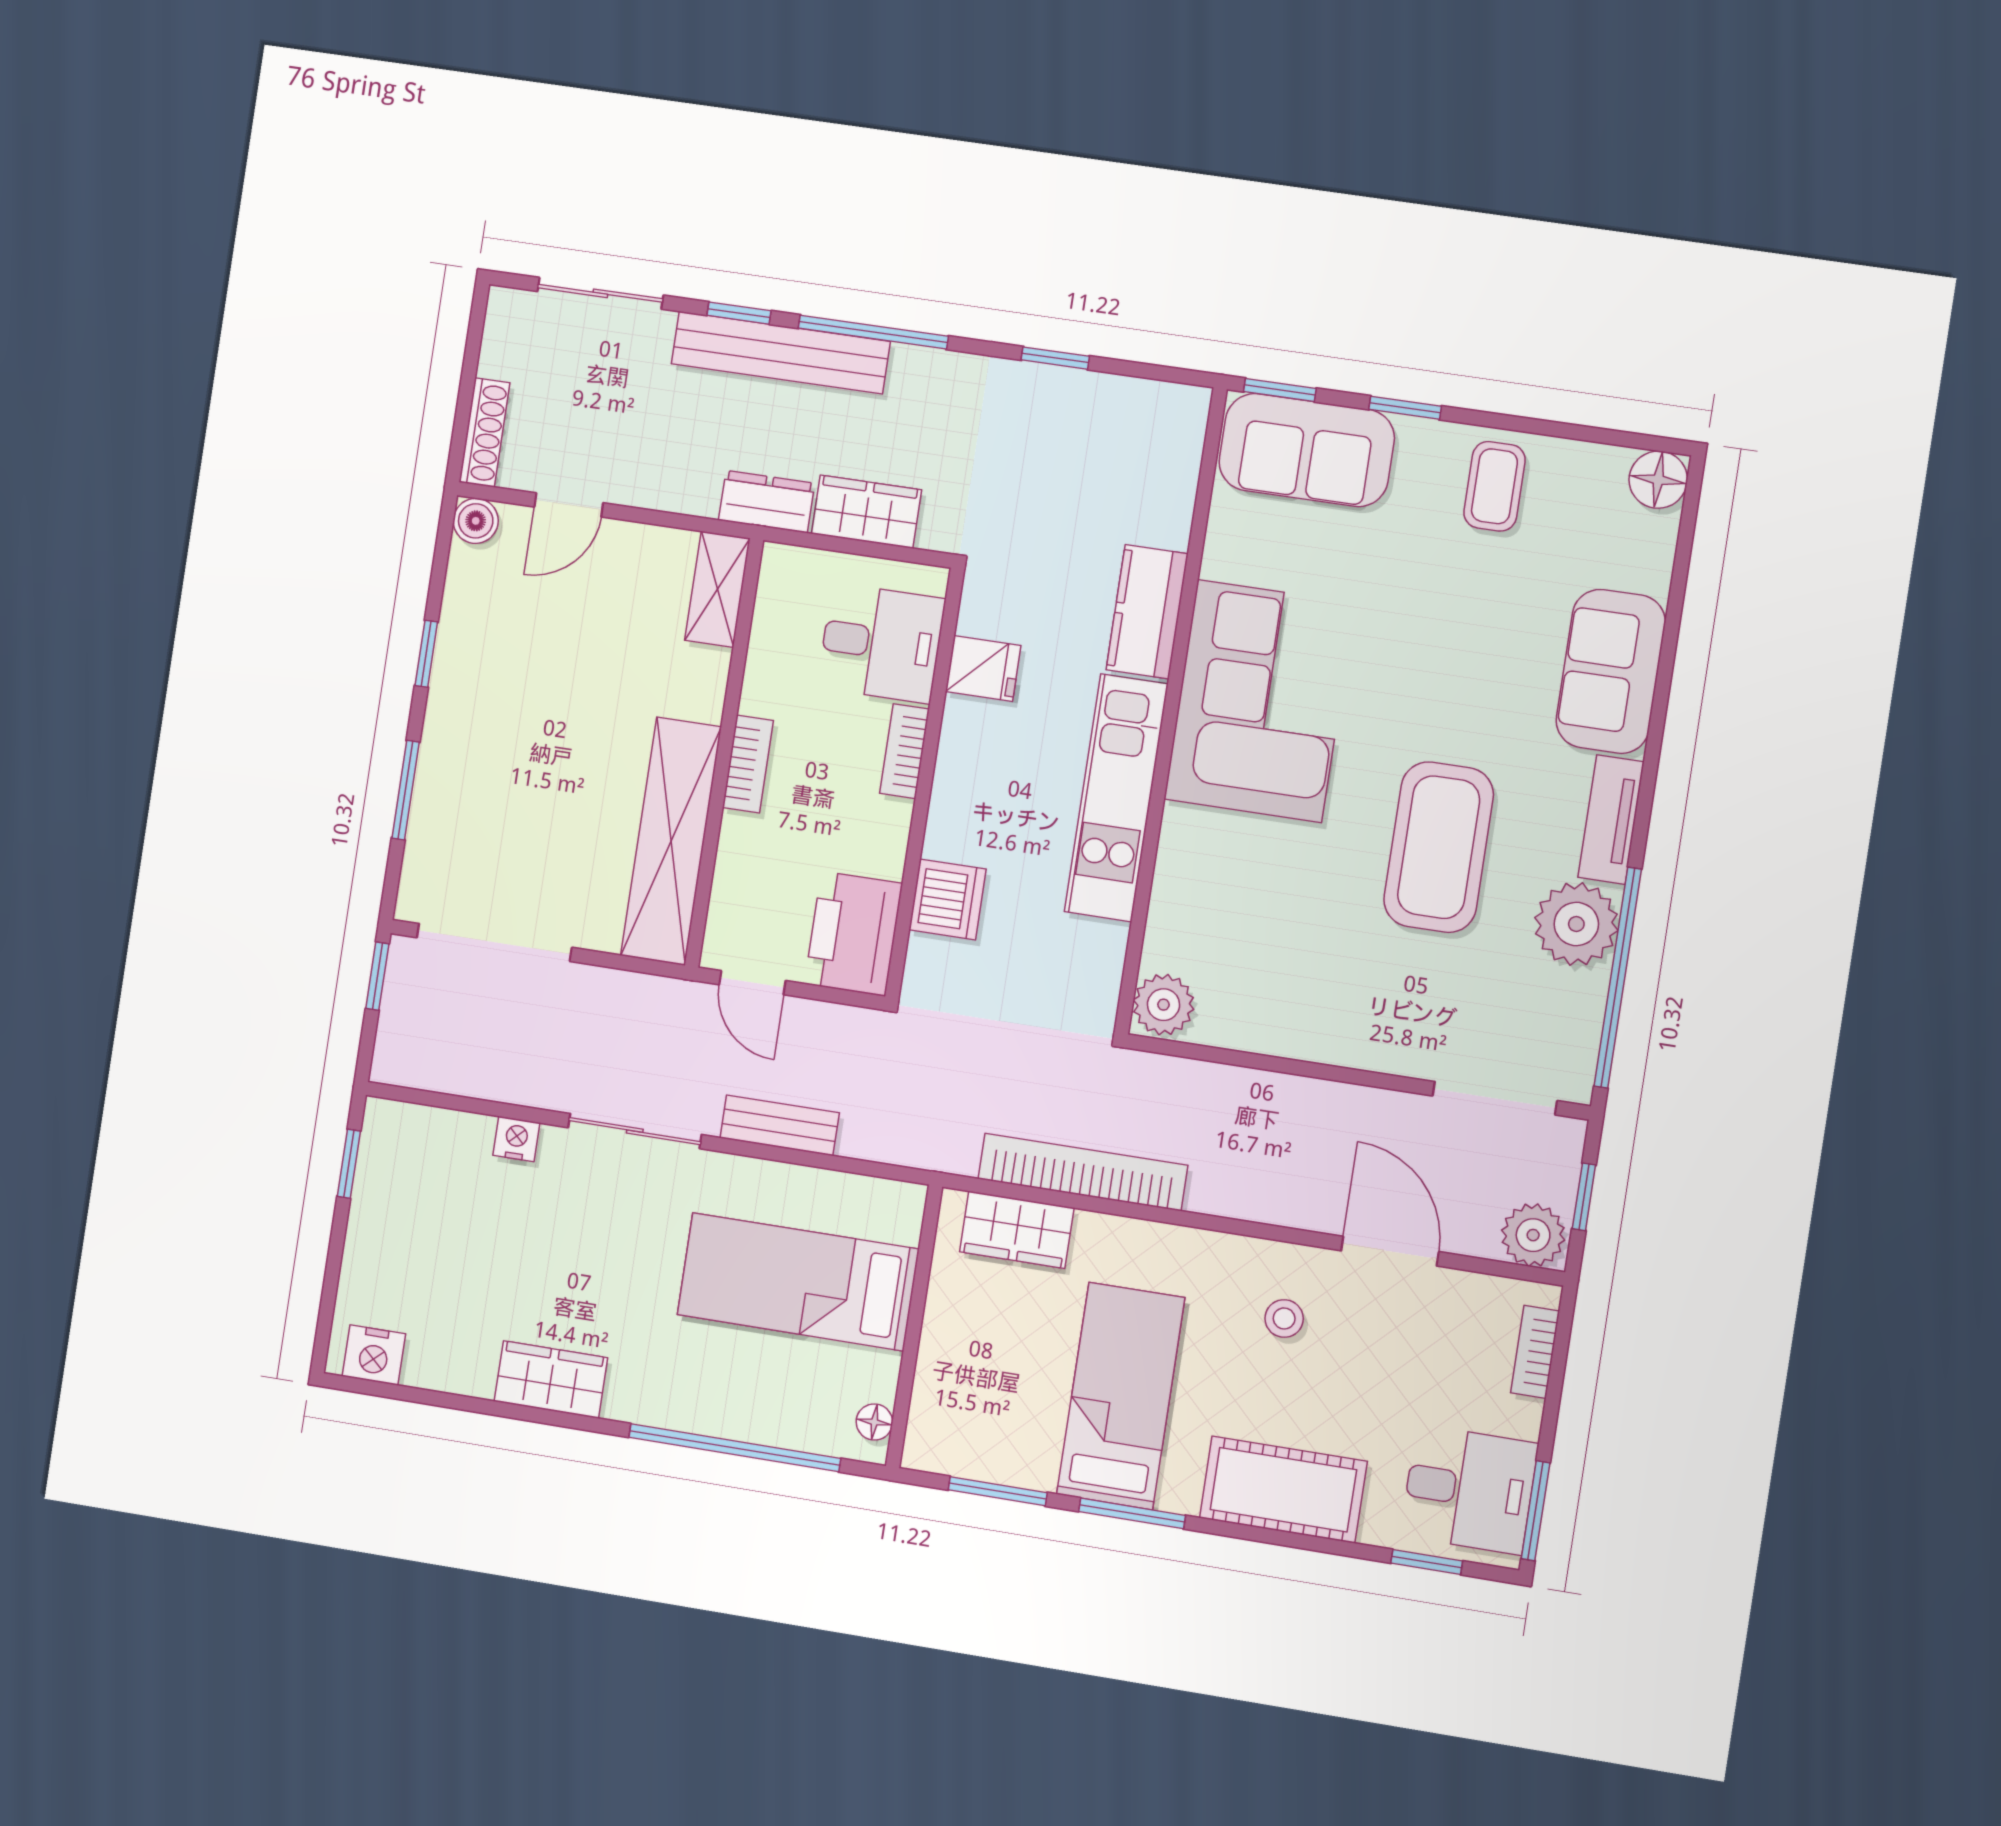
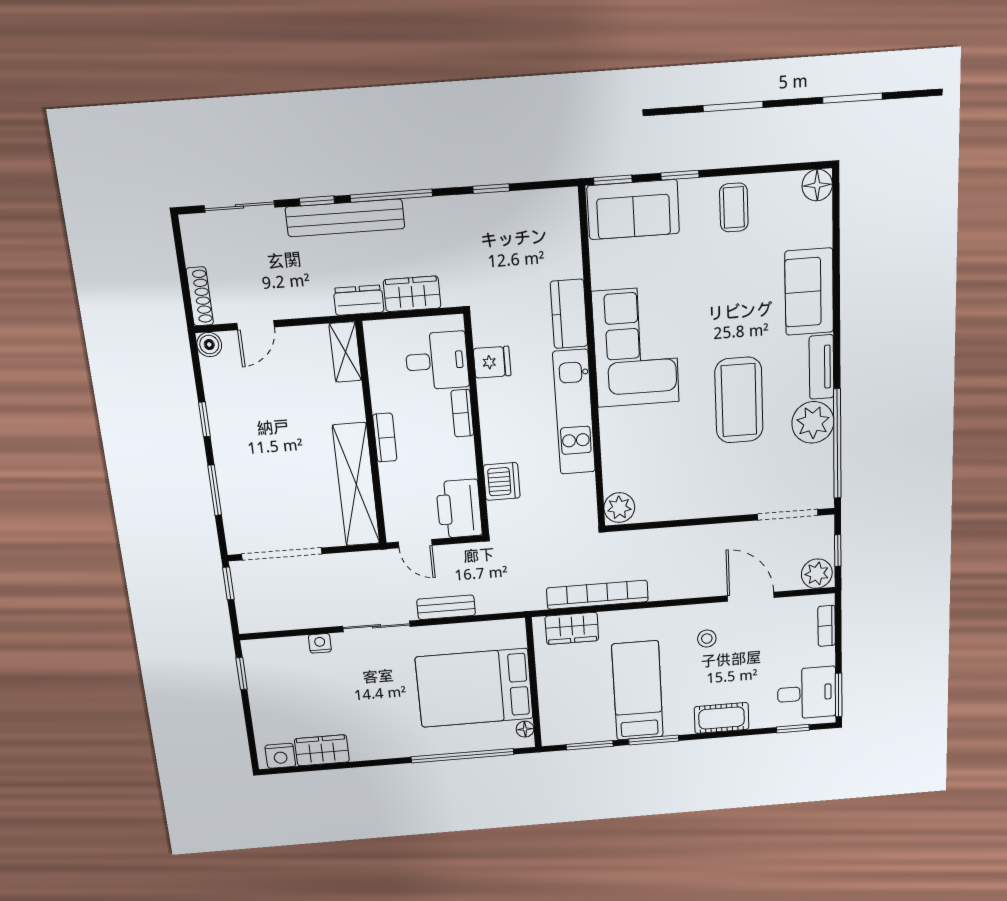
bed: (798, 1282) -> (474, 688), width x1.50
wardrobe: (551, 1380) -> (322, 750), moved
cot: (1283, 1490) -> (722, 718), width x0.73, depth x0.75

